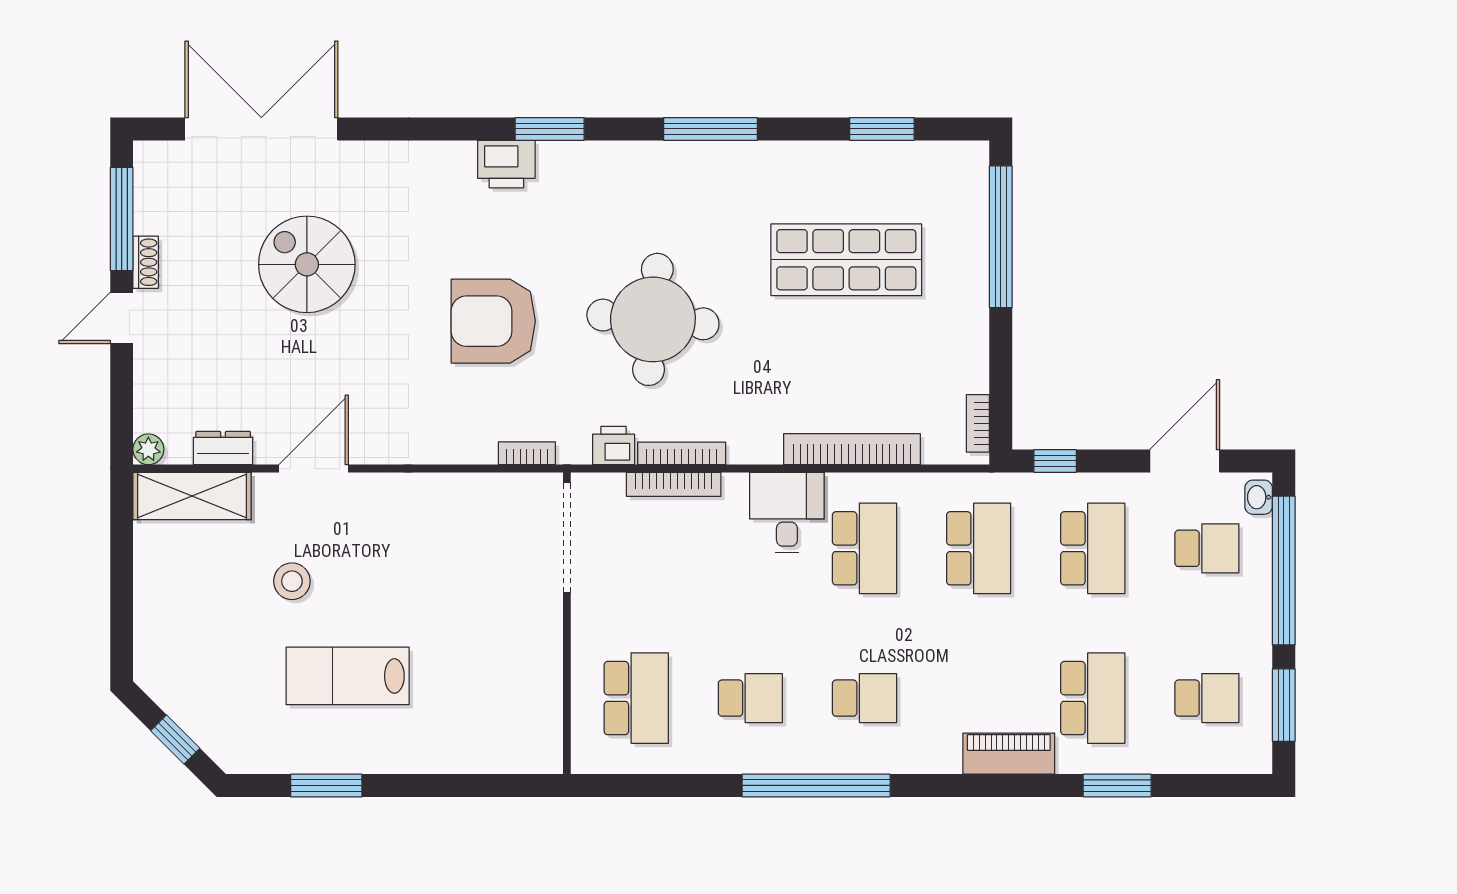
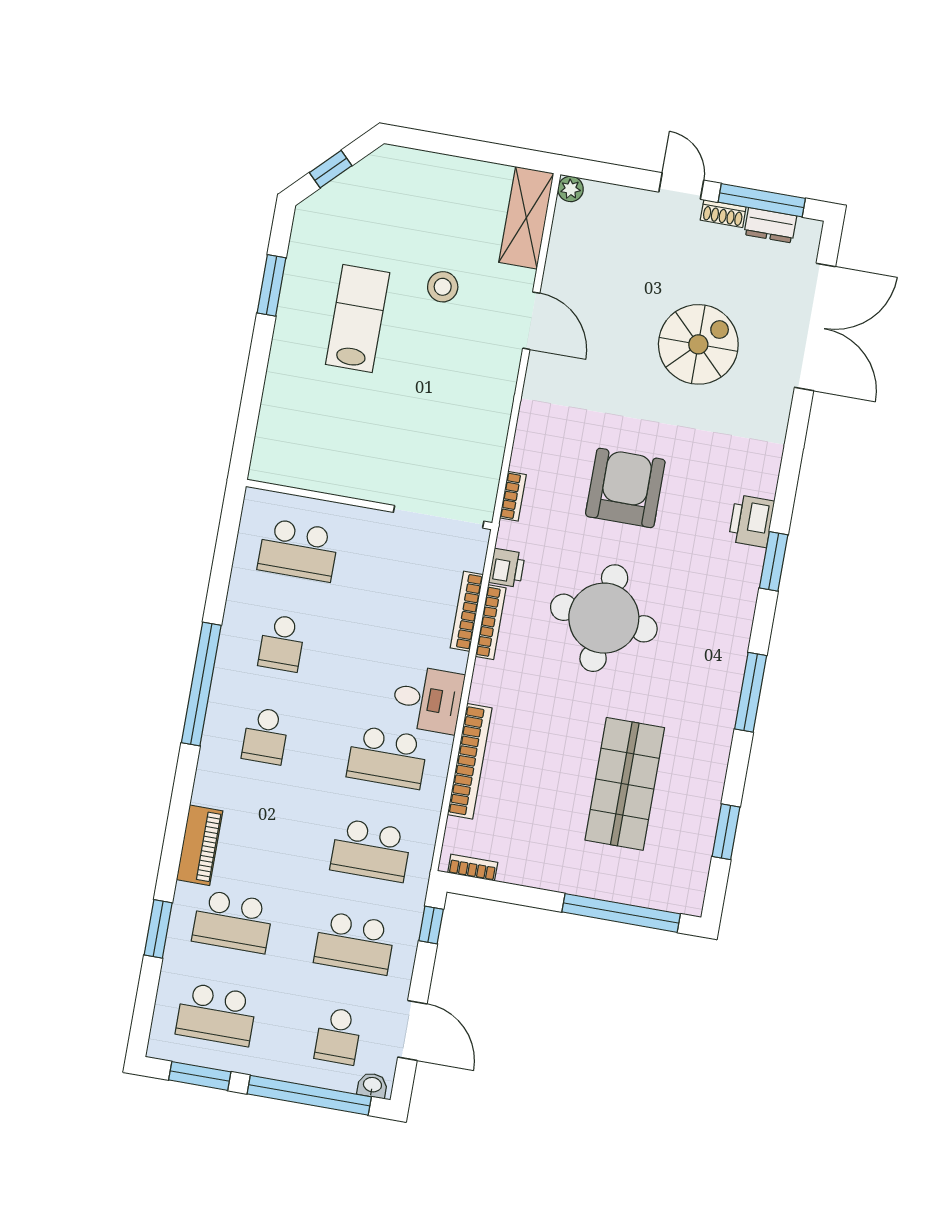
dresser: (223, 448) -> (770, 225), moved, turned 90
school desk: (1207, 698) -> (216, 1014), width x1.85

